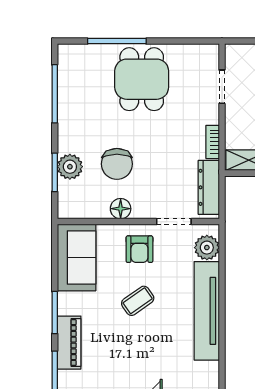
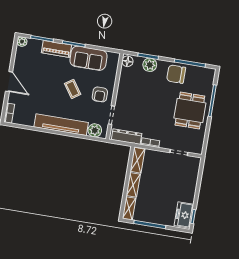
dining table: (142, 79) -> (190, 111), turned 90
chair: (117, 164) -> (176, 74), moved
floor lamp: (121, 209) -> (127, 61), moved
armchair: (139, 249) -> (100, 94), turned -90
sofa: (77, 258) -> (88, 58), moved

